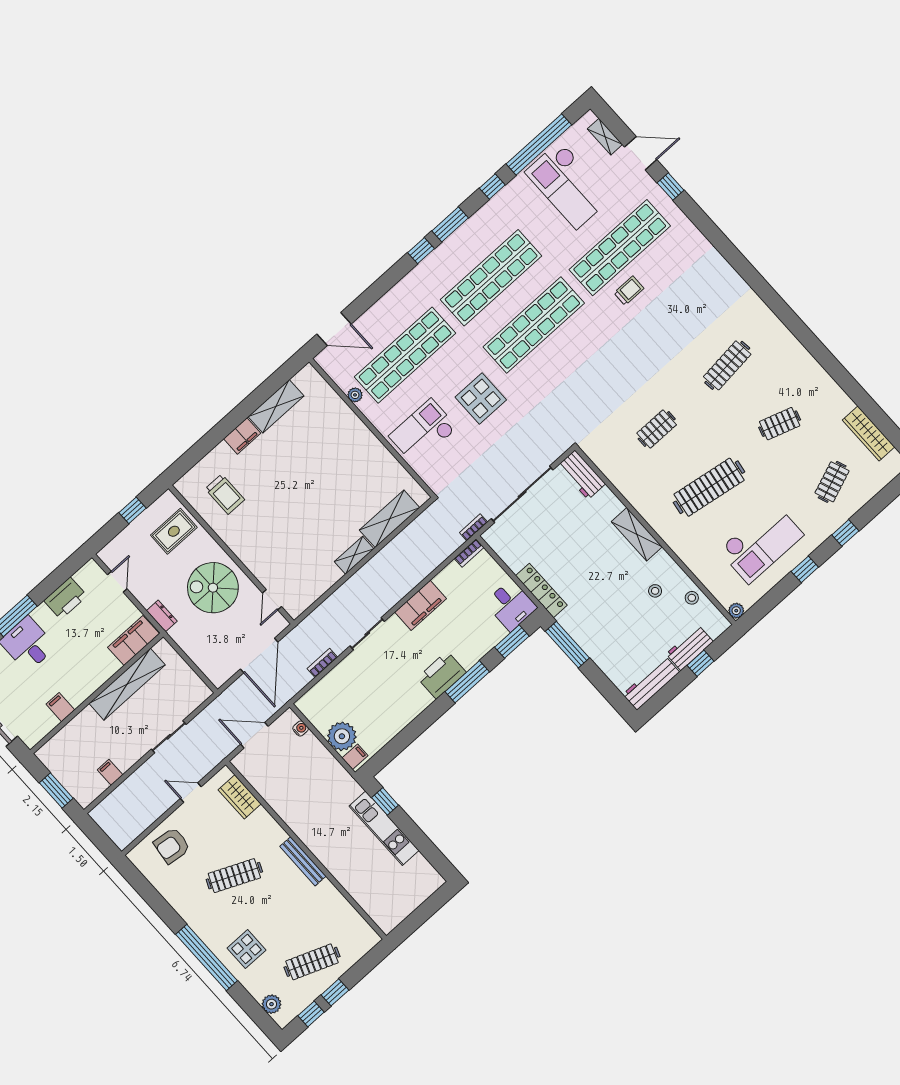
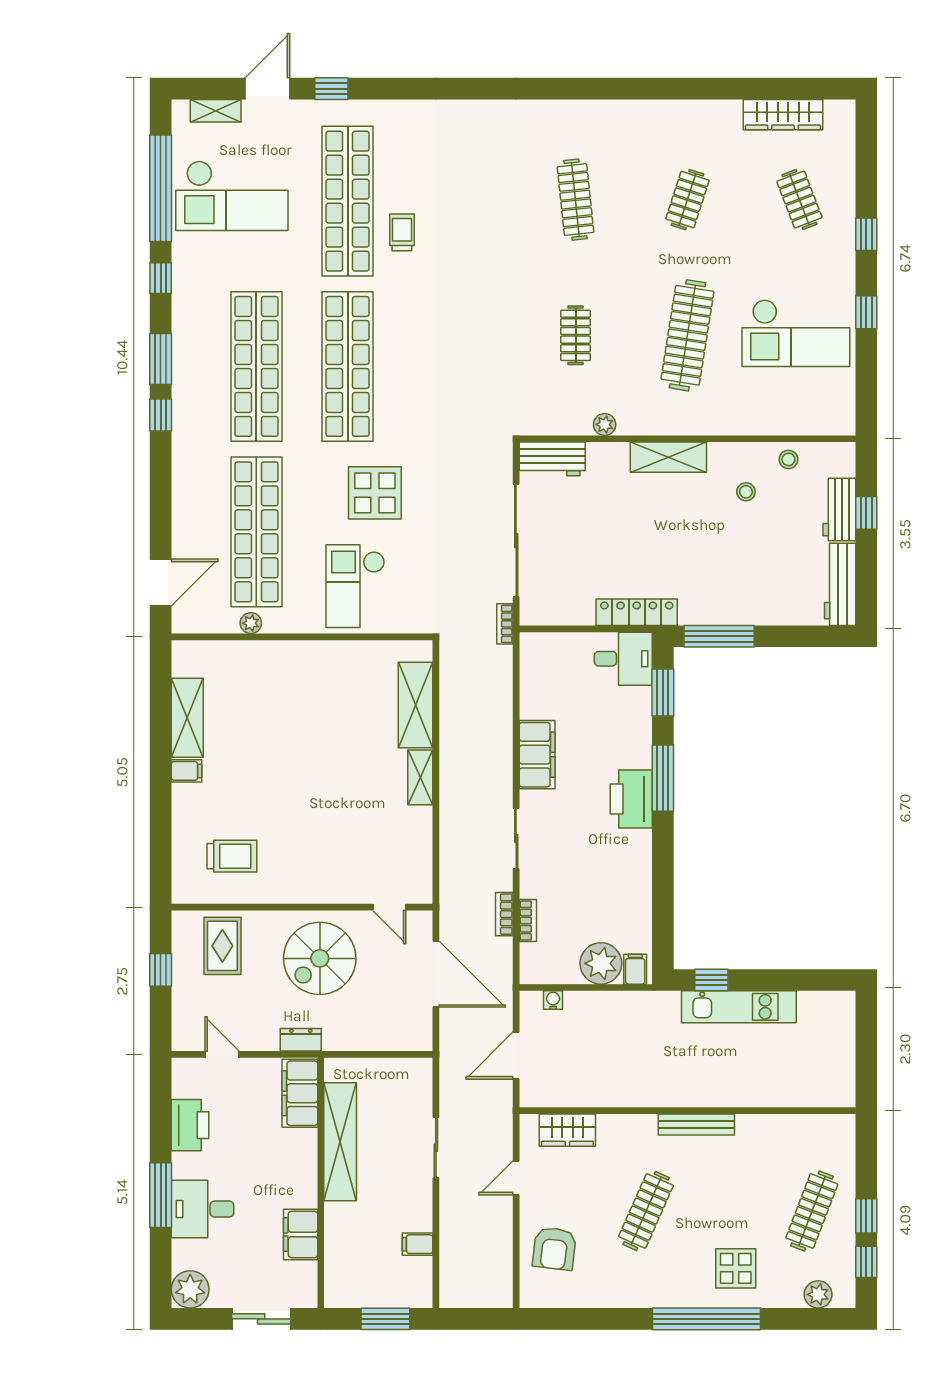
filing cabinet: (242, 436) -> (186, 771), width x0.50
checkout: (761, 543) -> (796, 333), turned 90
bookcase: (469, 553) -> (528, 921), moved
plant: (736, 611) -> (605, 424), moved
filing cabinet: (60, 707) -> (301, 1234), width x2.00

